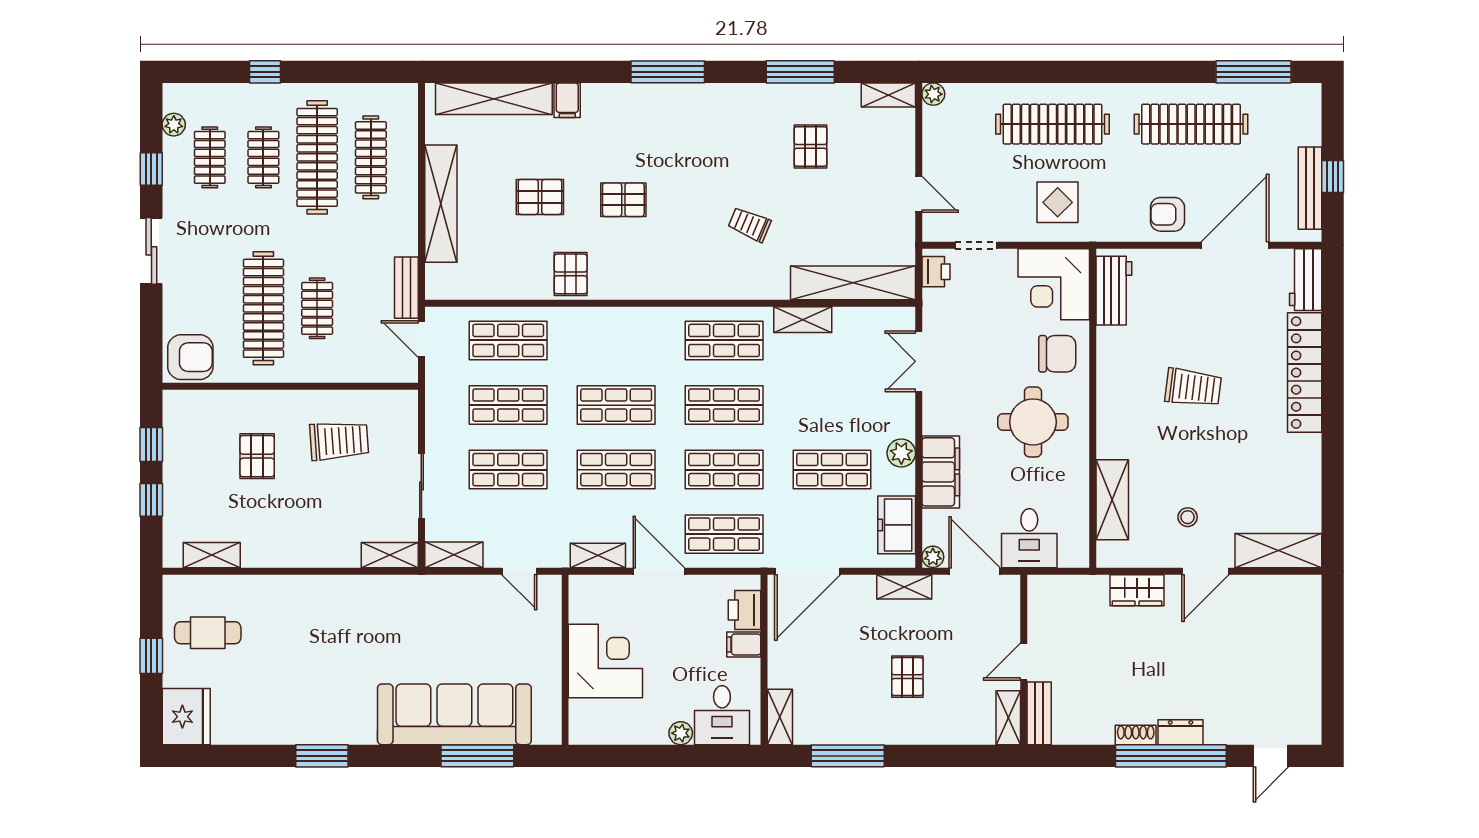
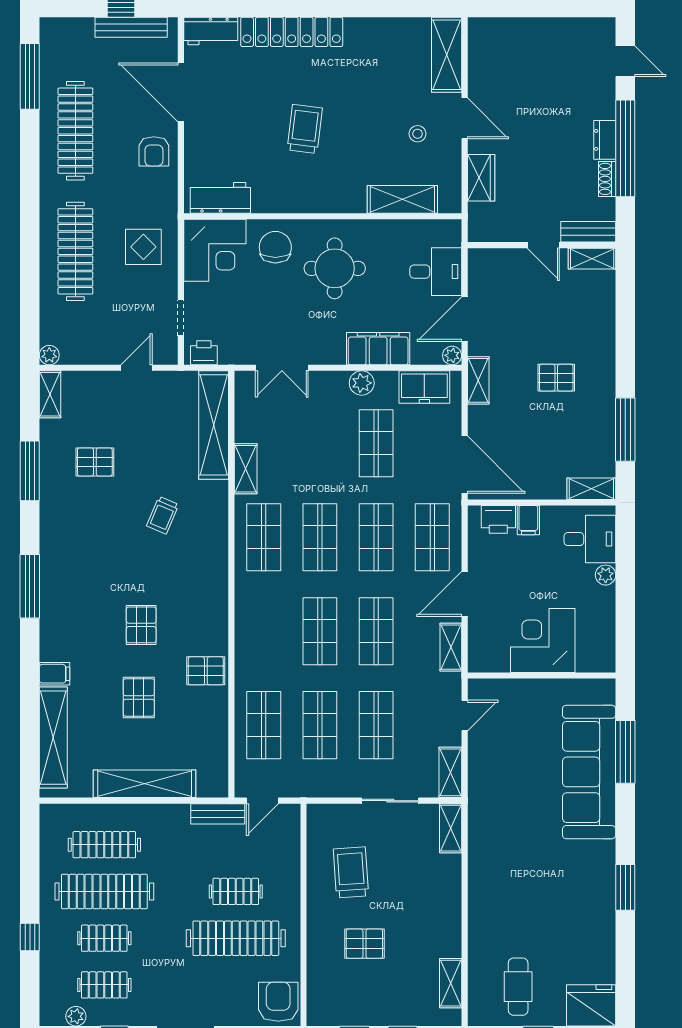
wall: (1024, 660) -> (542, 245), moved
door: (1024, 662) -> (543, 245), moved
bench: (1039, 713) -> (588, 232), moved
shelving: (1008, 718) -> (592, 259), moved

